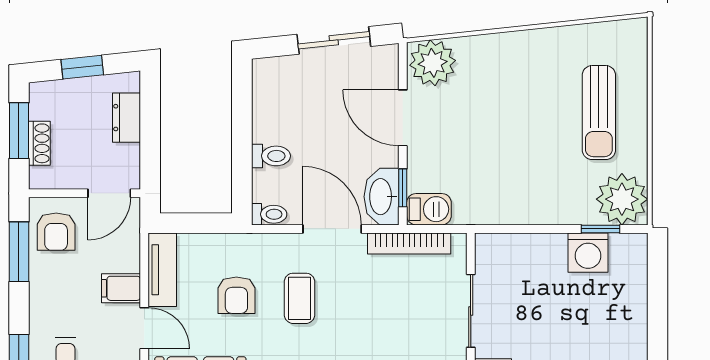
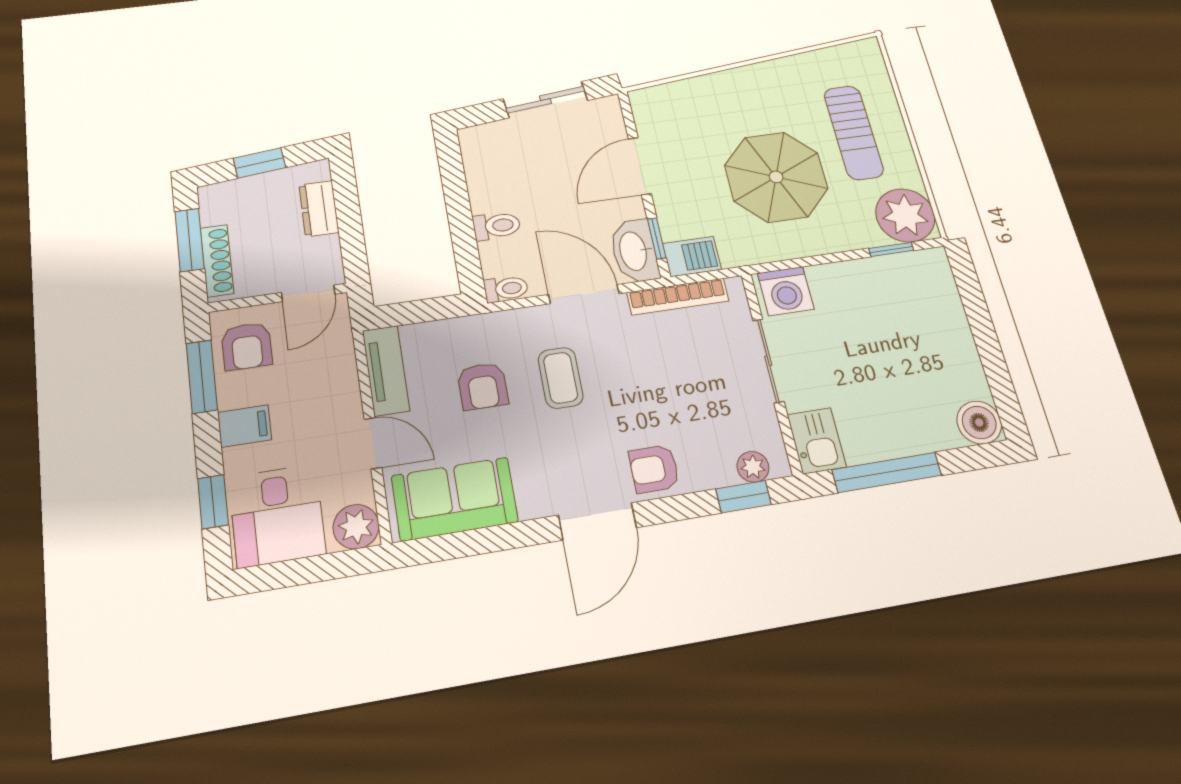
plant: (433, 63) -> (660, 108), removed
door: (403, 118) -> (640, 166), hinge flipped
shoe rack: (39, 143) -> (217, 261), width x1.43
parasol: (519, 146) -> (776, 177), added
washing machine: (588, 253) -> (786, 291), moved
filing cabinet: (121, 288) -> (245, 426), moved, turned 180

